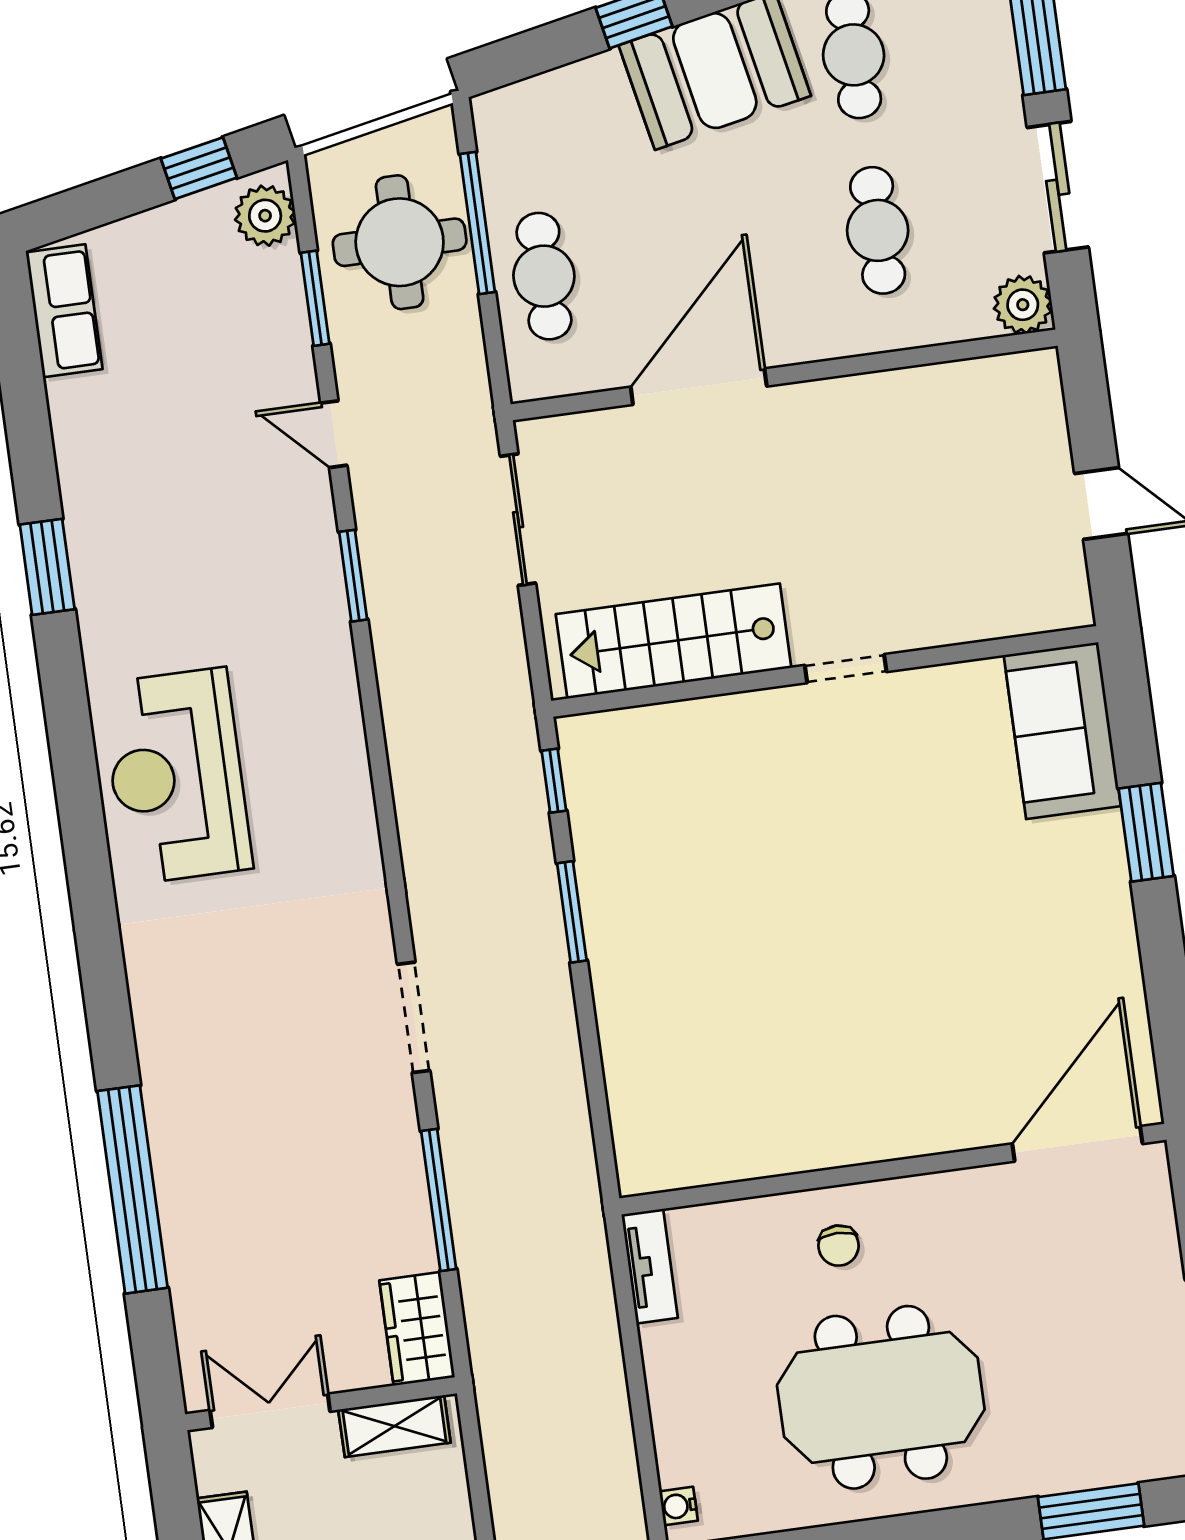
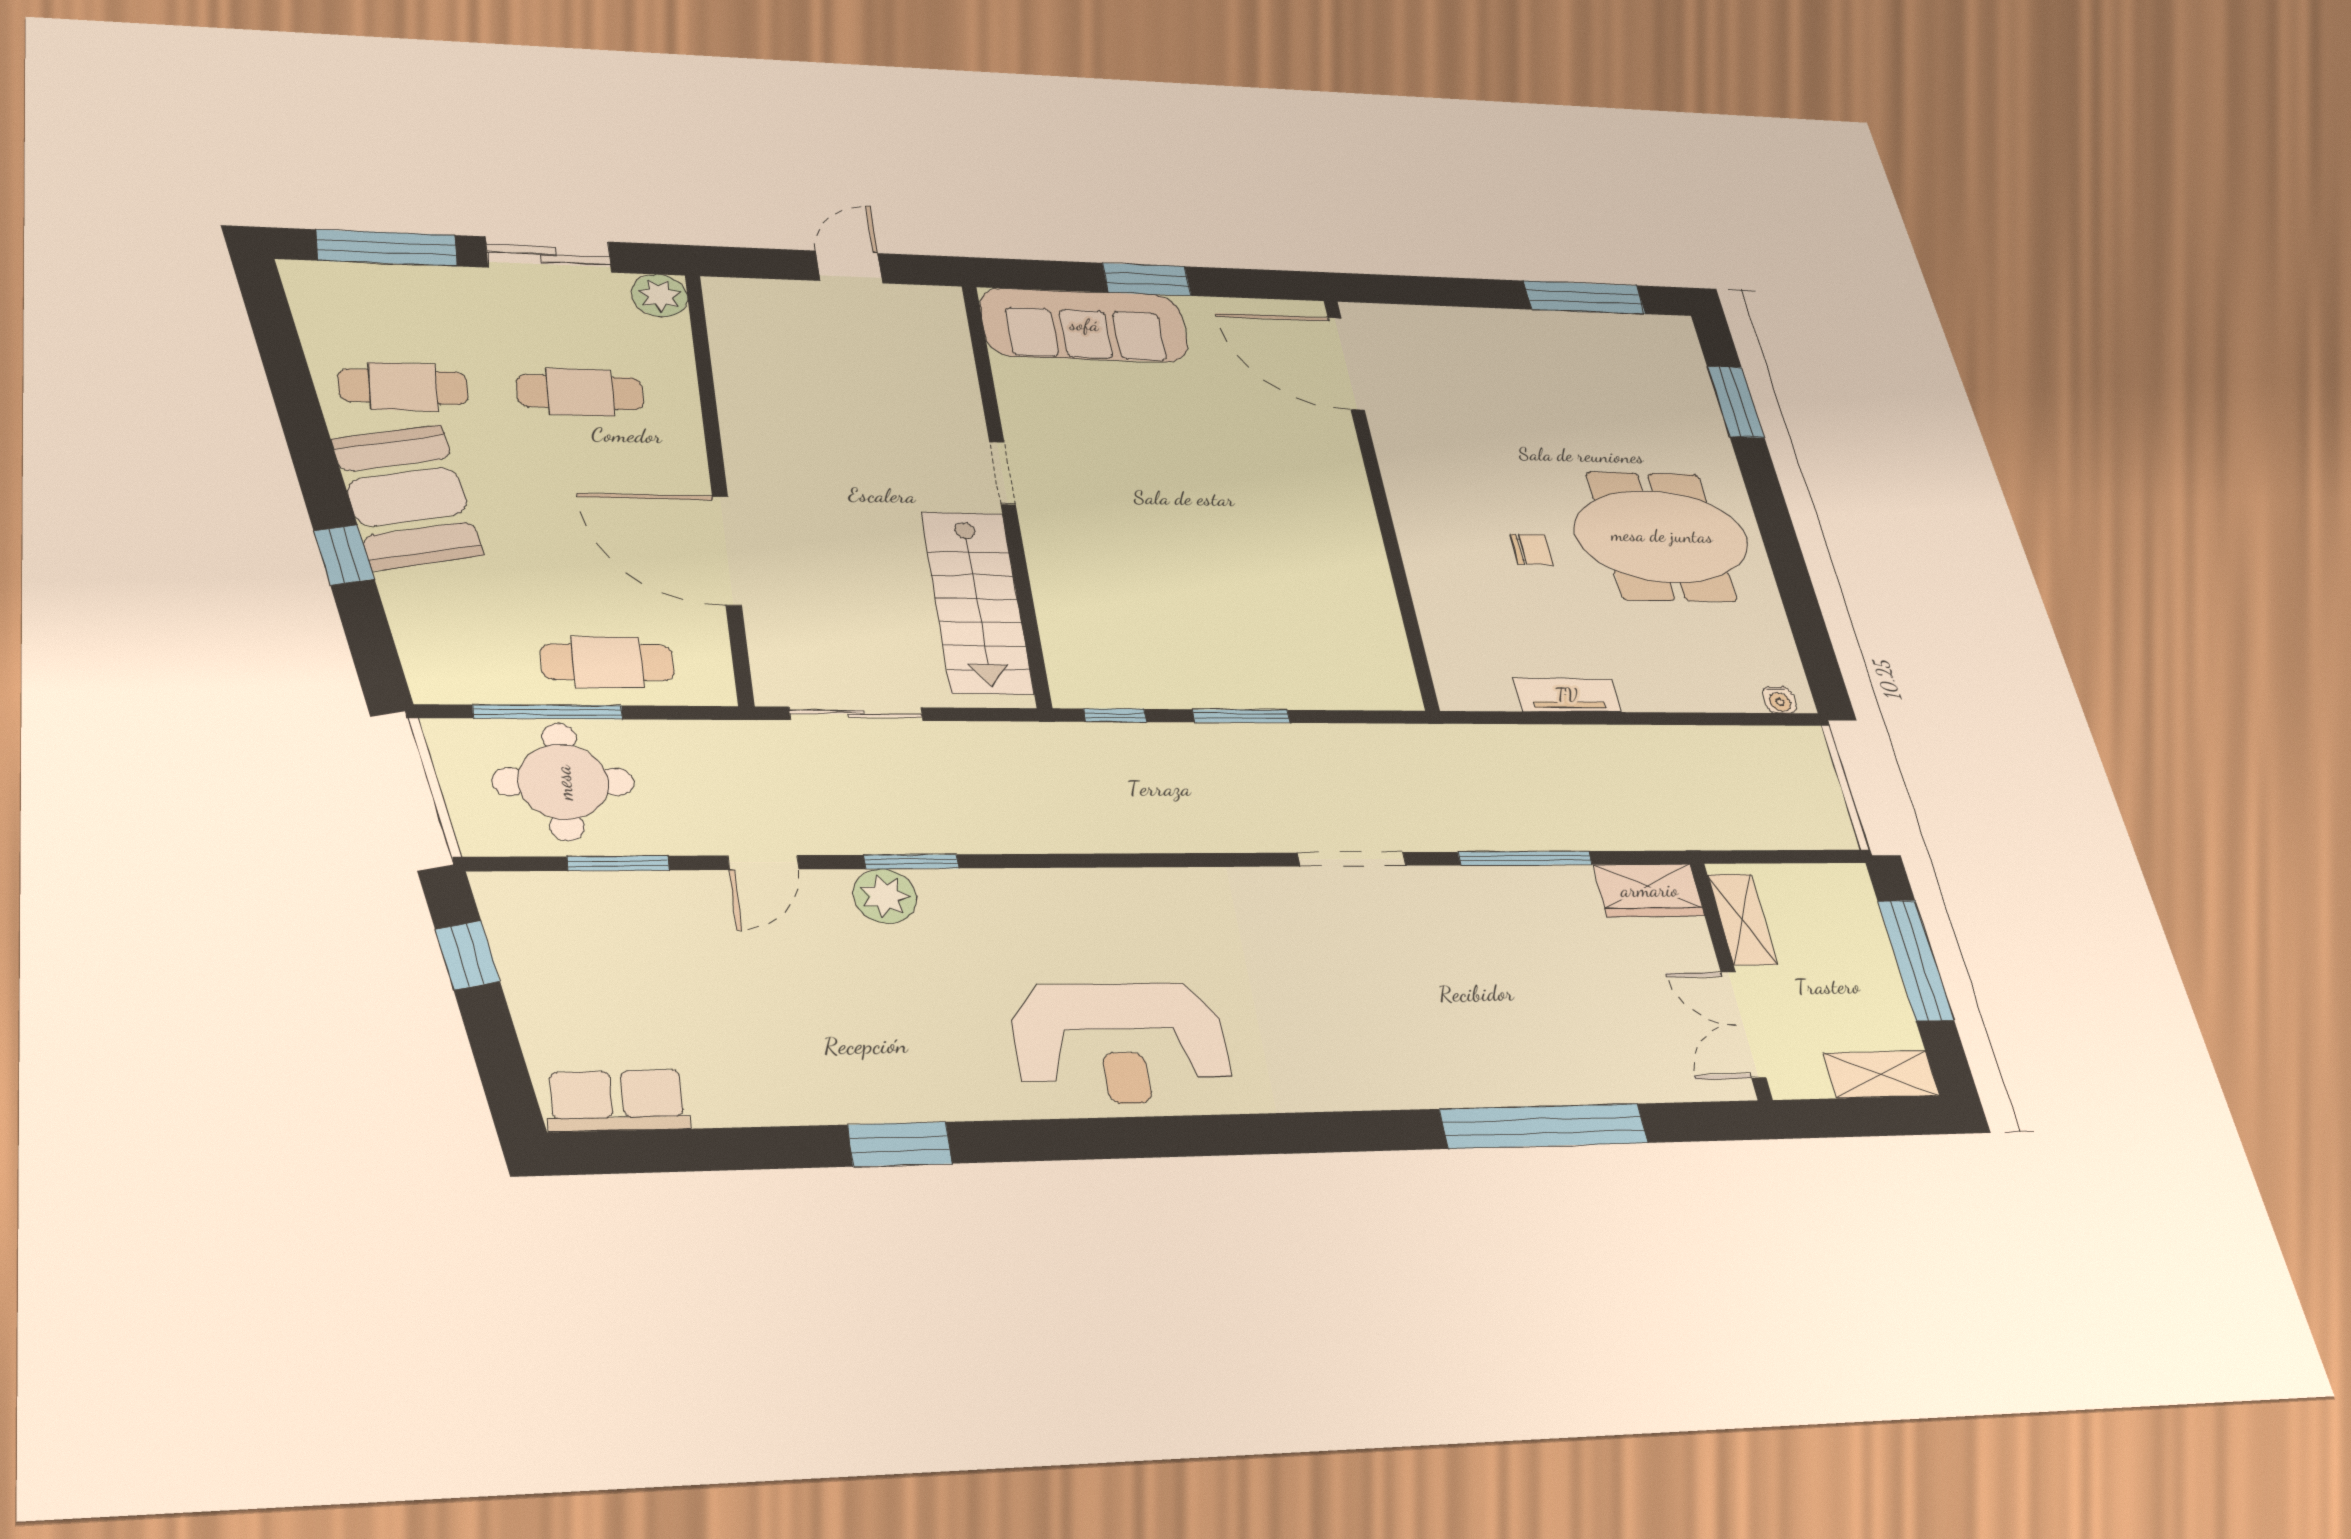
plant: (265, 216) -> (885, 896), moved
sofa: (1062, 731) -> (1084, 325), width x1.36
door: (1077, 1144) -> (1346, 364), moved
wall: (893, 1169) -> (1380, 498), moved
meeting table: (881, 1397) -> (1661, 536), turned 90

